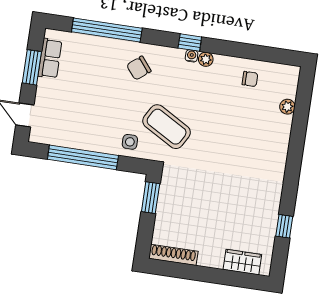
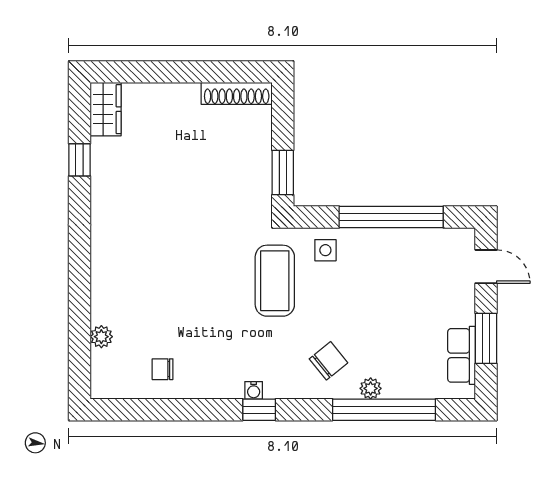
plant: (206, 59) -> (371, 388), moved
coffee table: (167, 127) -> (275, 281), turned 60
wardrobe: (242, 262) -> (106, 109), moved, turned -90

